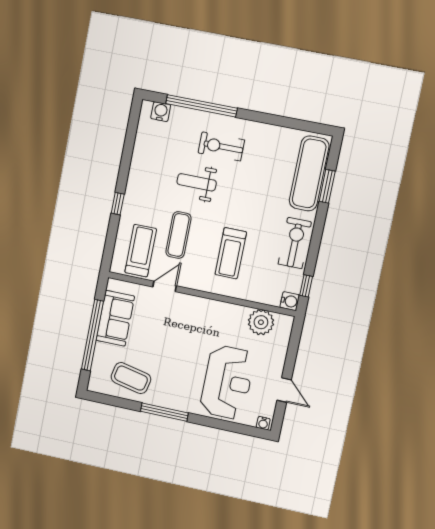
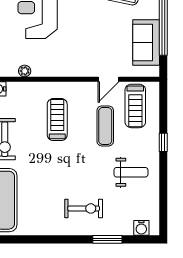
window: (201, 106) -> (107, 239), width x0.47
weight bench: (197, 182) -> (131, 172), moved
plant: (261, 322) -> (25, 71), width x0.53, depth x0.53

